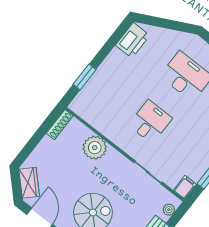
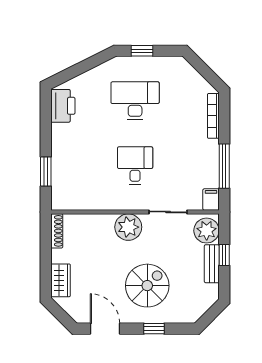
plant: (95, 148) -> (128, 227), moved
wardrobe: (29, 183) -> (61, 280), moved, turned 45
plant: (169, 210) -> (207, 231), width x1.88, depth x1.88

